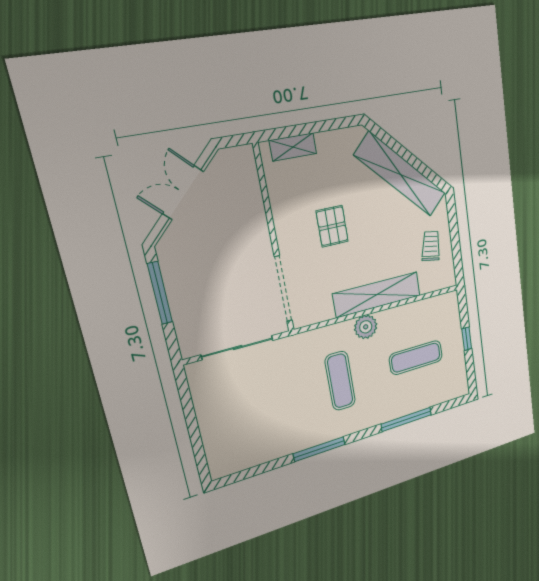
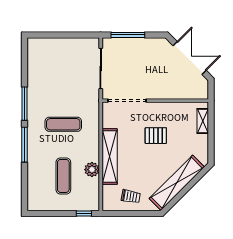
double door: (183, 193) -> (190, 58), width x1.37
window: (160, 293) -> (128, 35), moved
plant: (366, 327) -> (92, 170), moved
window: (467, 339) -> (84, 214), moved
window: (406, 419) -> (25, 145), moved

